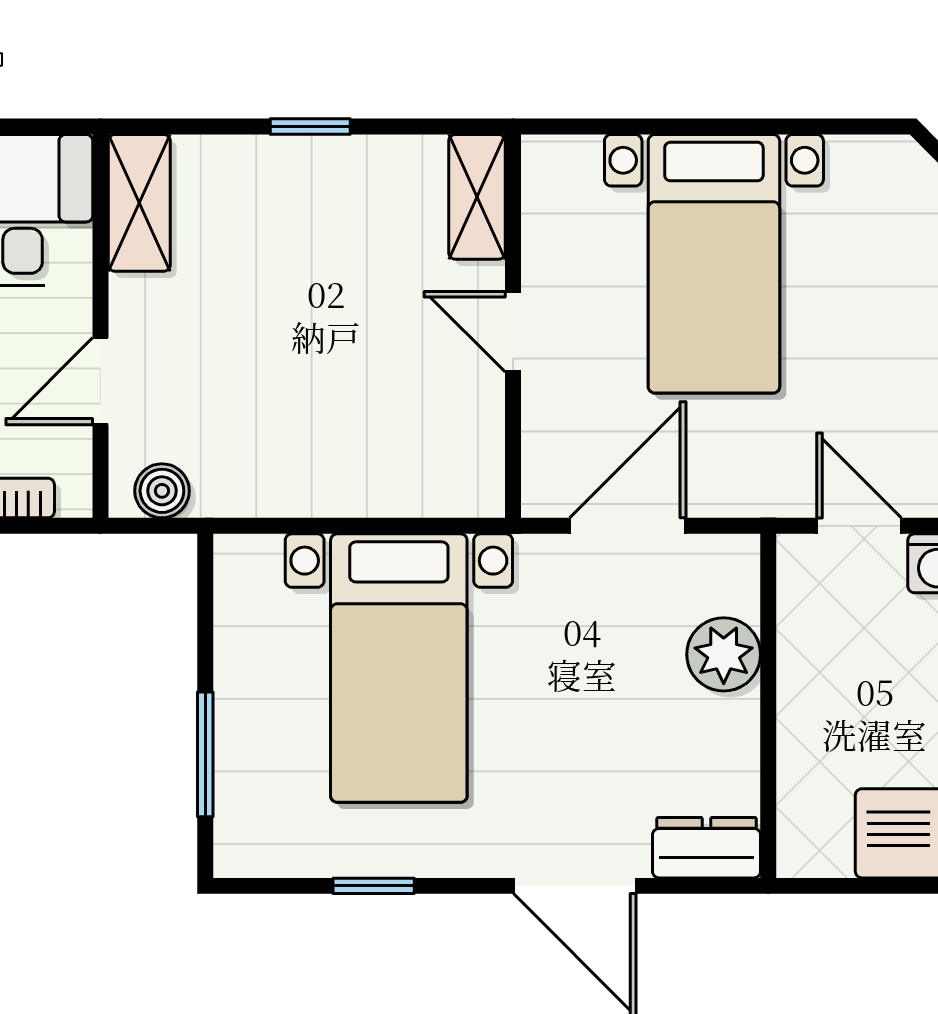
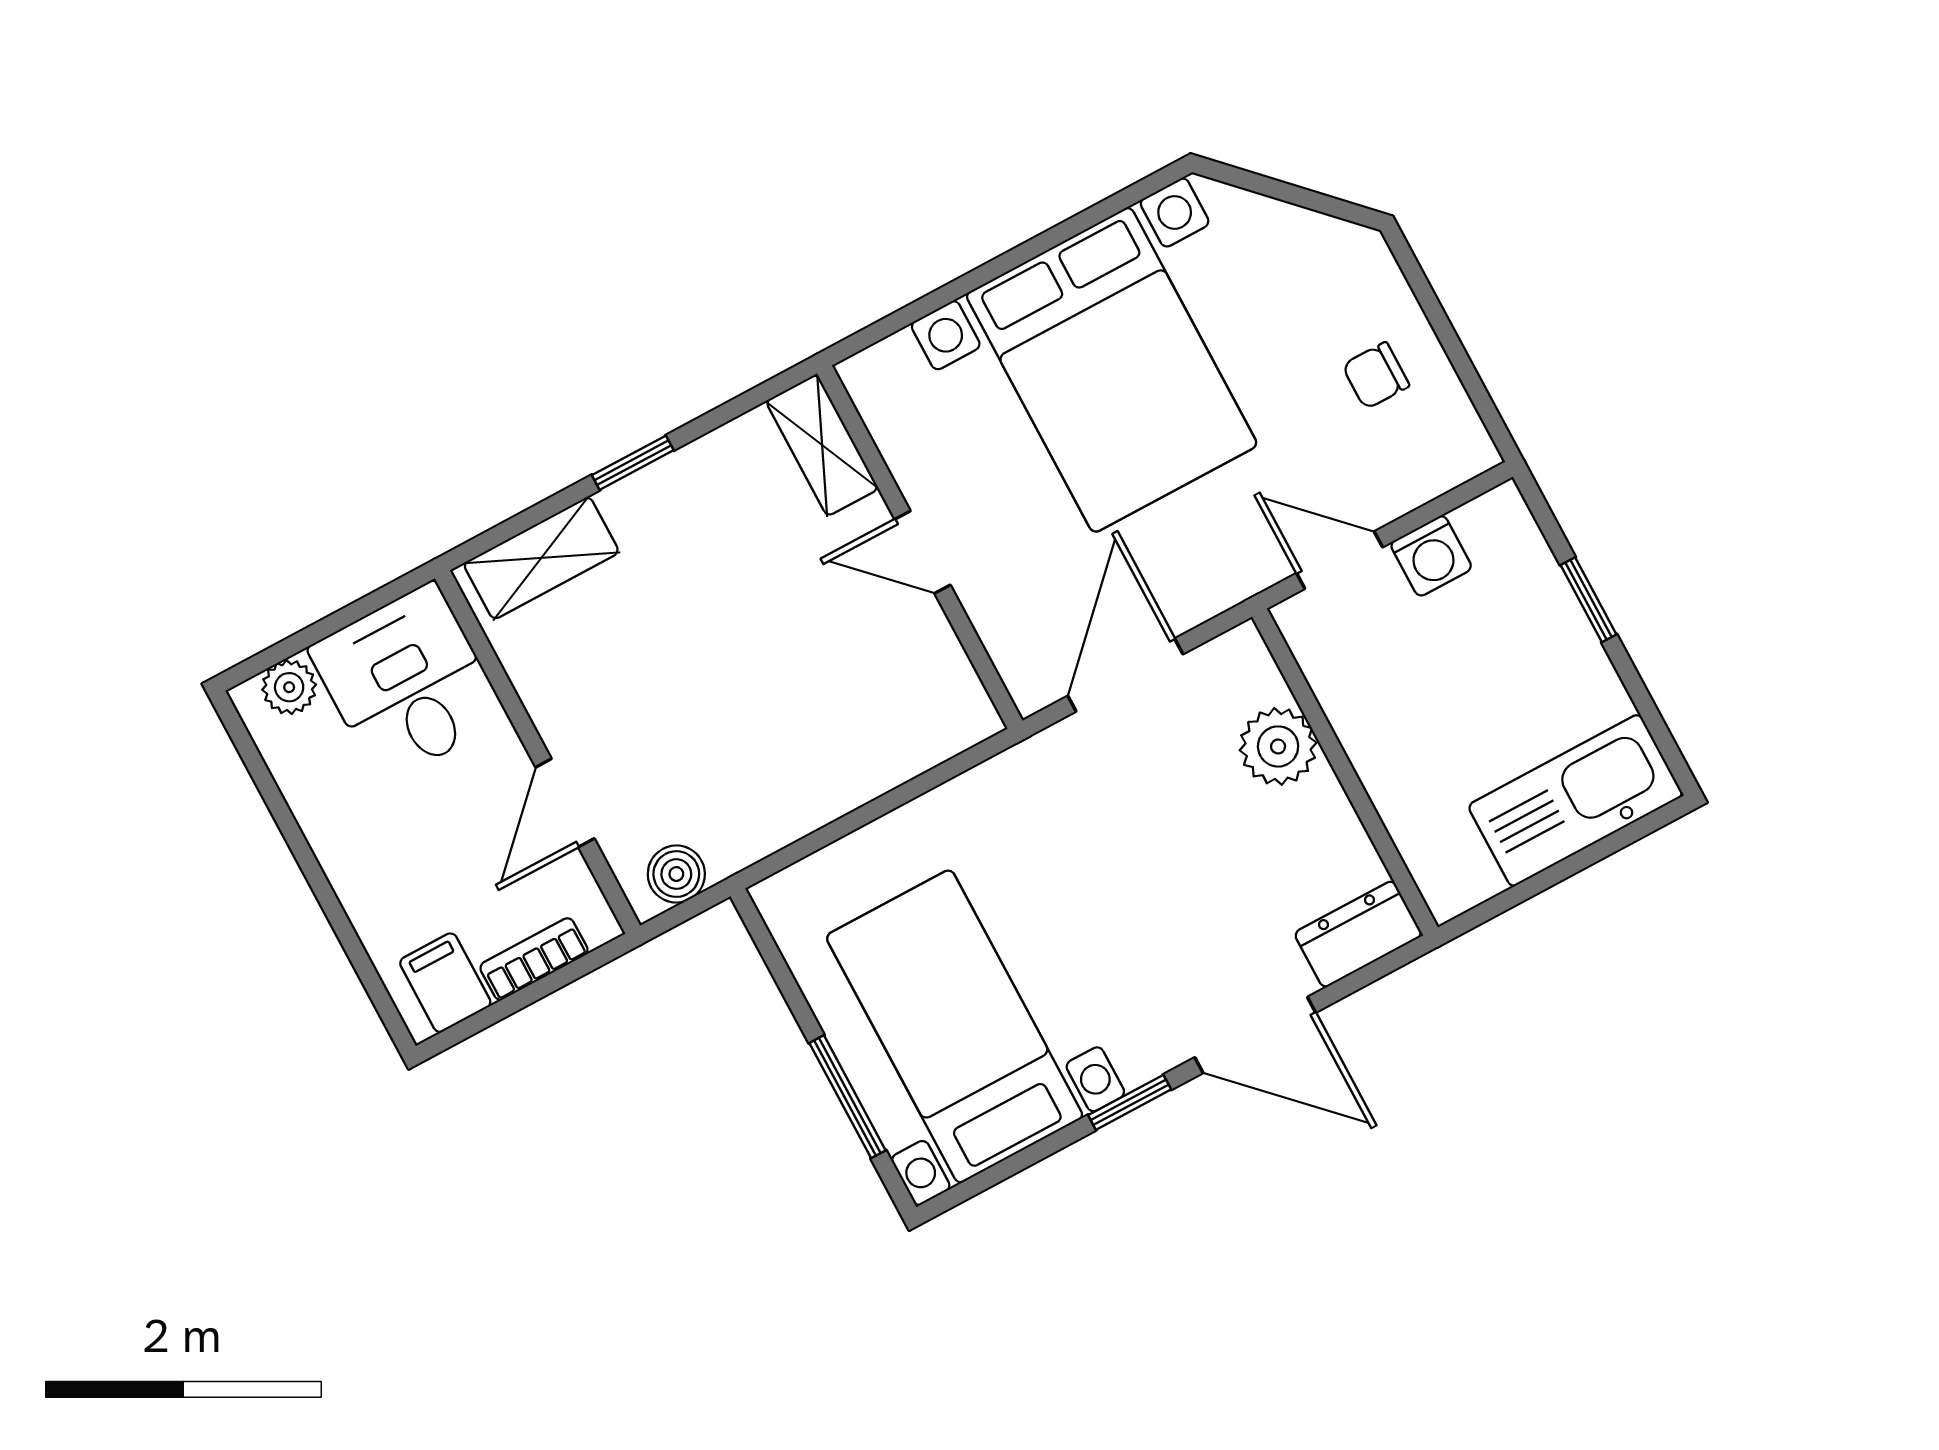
shelving: (139, 203) -> (541, 558), moved, turned 90
bed with nightstands: (714, 264) -> (1112, 370), width x1.36
bed with nightstands: (399, 668) -> (955, 1026), moved, turned 180
window: (374, 886) -> (1130, 1102), moved

